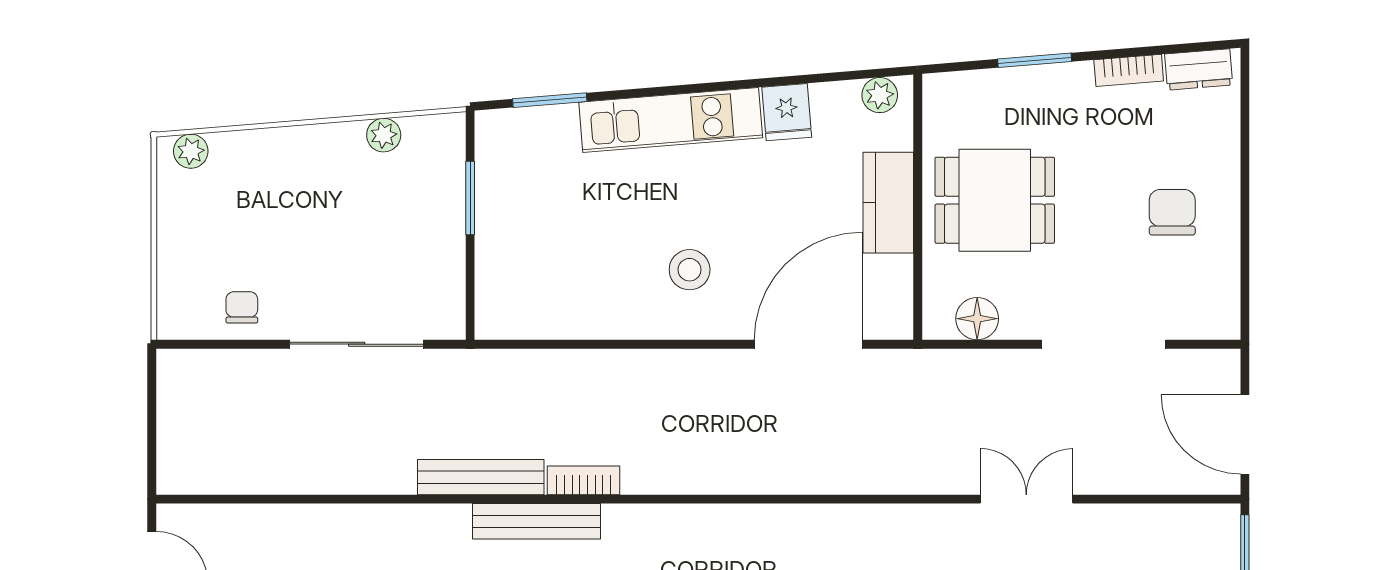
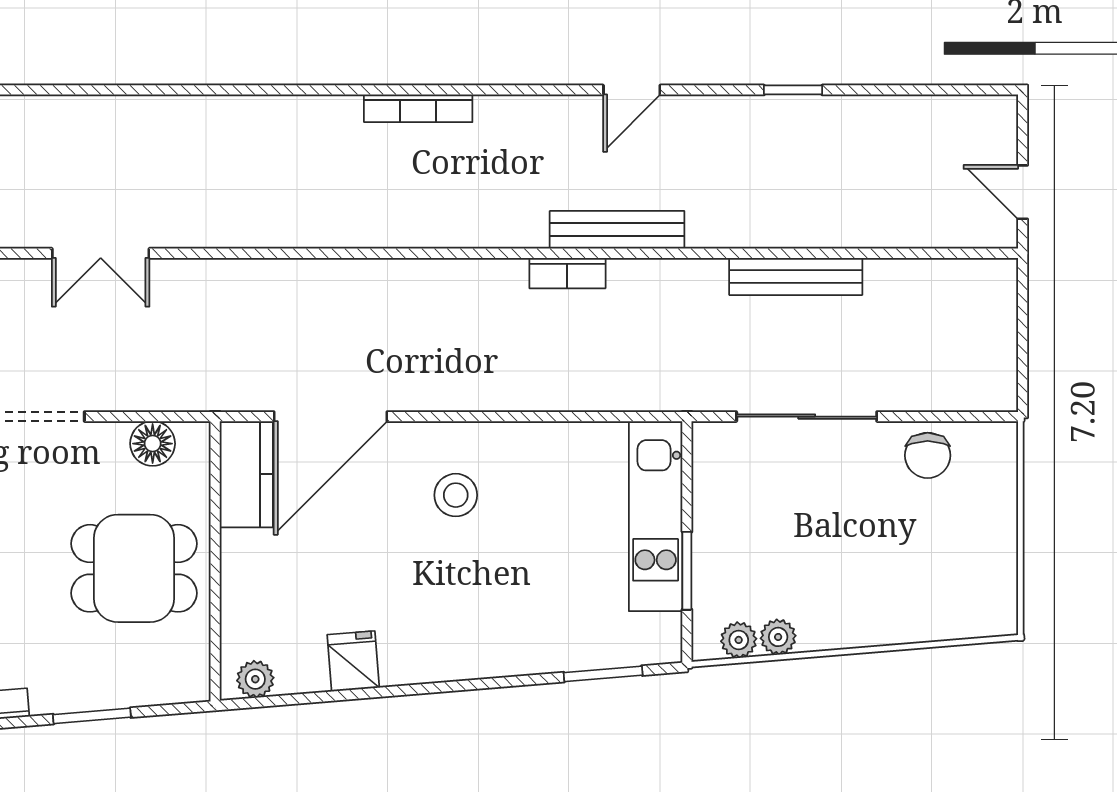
kitchen unit: (671, 120) -> (656, 516), moved, turned -85
plant: (191, 151) -> (739, 640), moved
kitchen counter: (888, 203) -> (246, 474), moved
chair: (242, 307) -> (928, 455), width x1.37, depth x1.37
bench: (481, 477) -> (796, 276), moved

